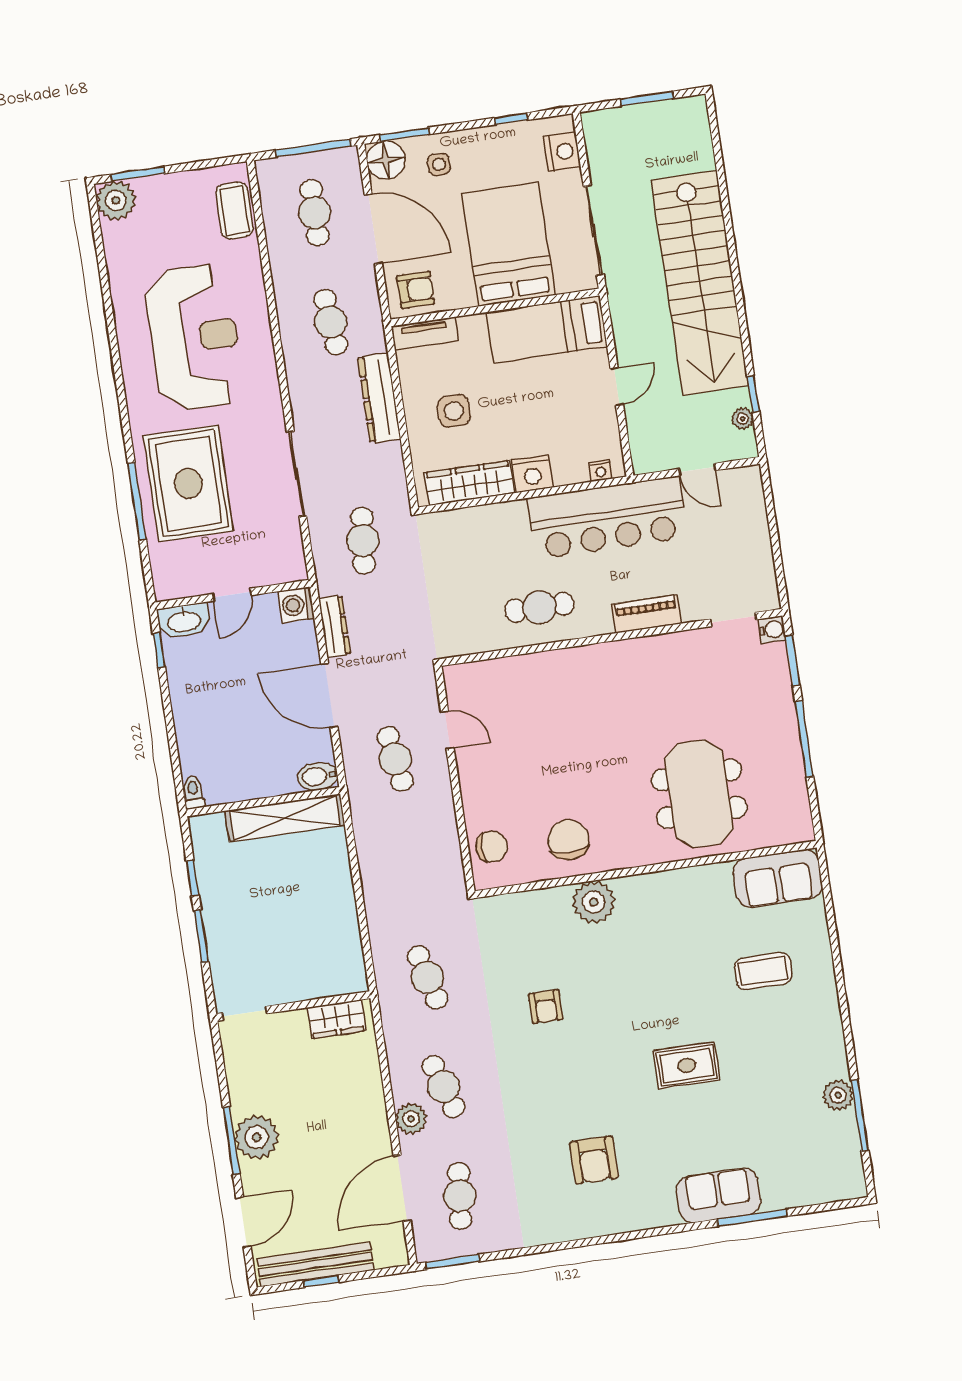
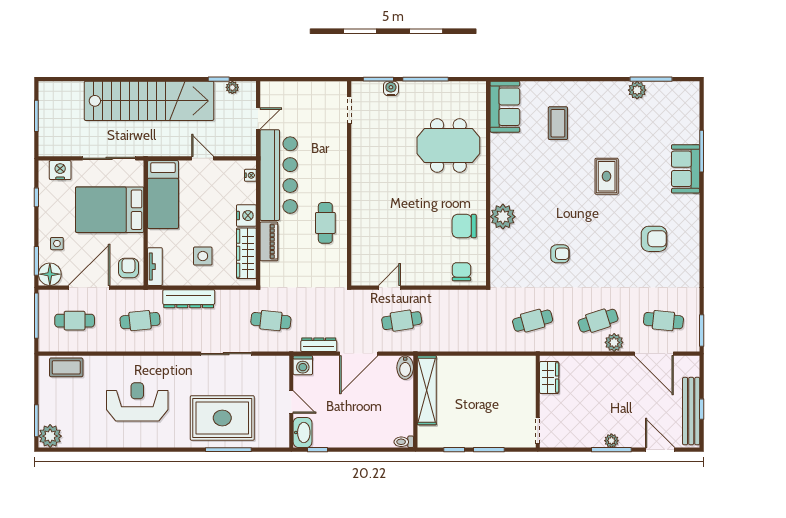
reception desk: (194, 338) -> (137, 402), width x0.74, depth x0.77
piano: (647, 614) -> (269, 241), moved, turned 180
water cooler: (772, 630) -> (391, 88), moved
plant: (257, 1137) -> (611, 441), width x0.53, depth x0.53

